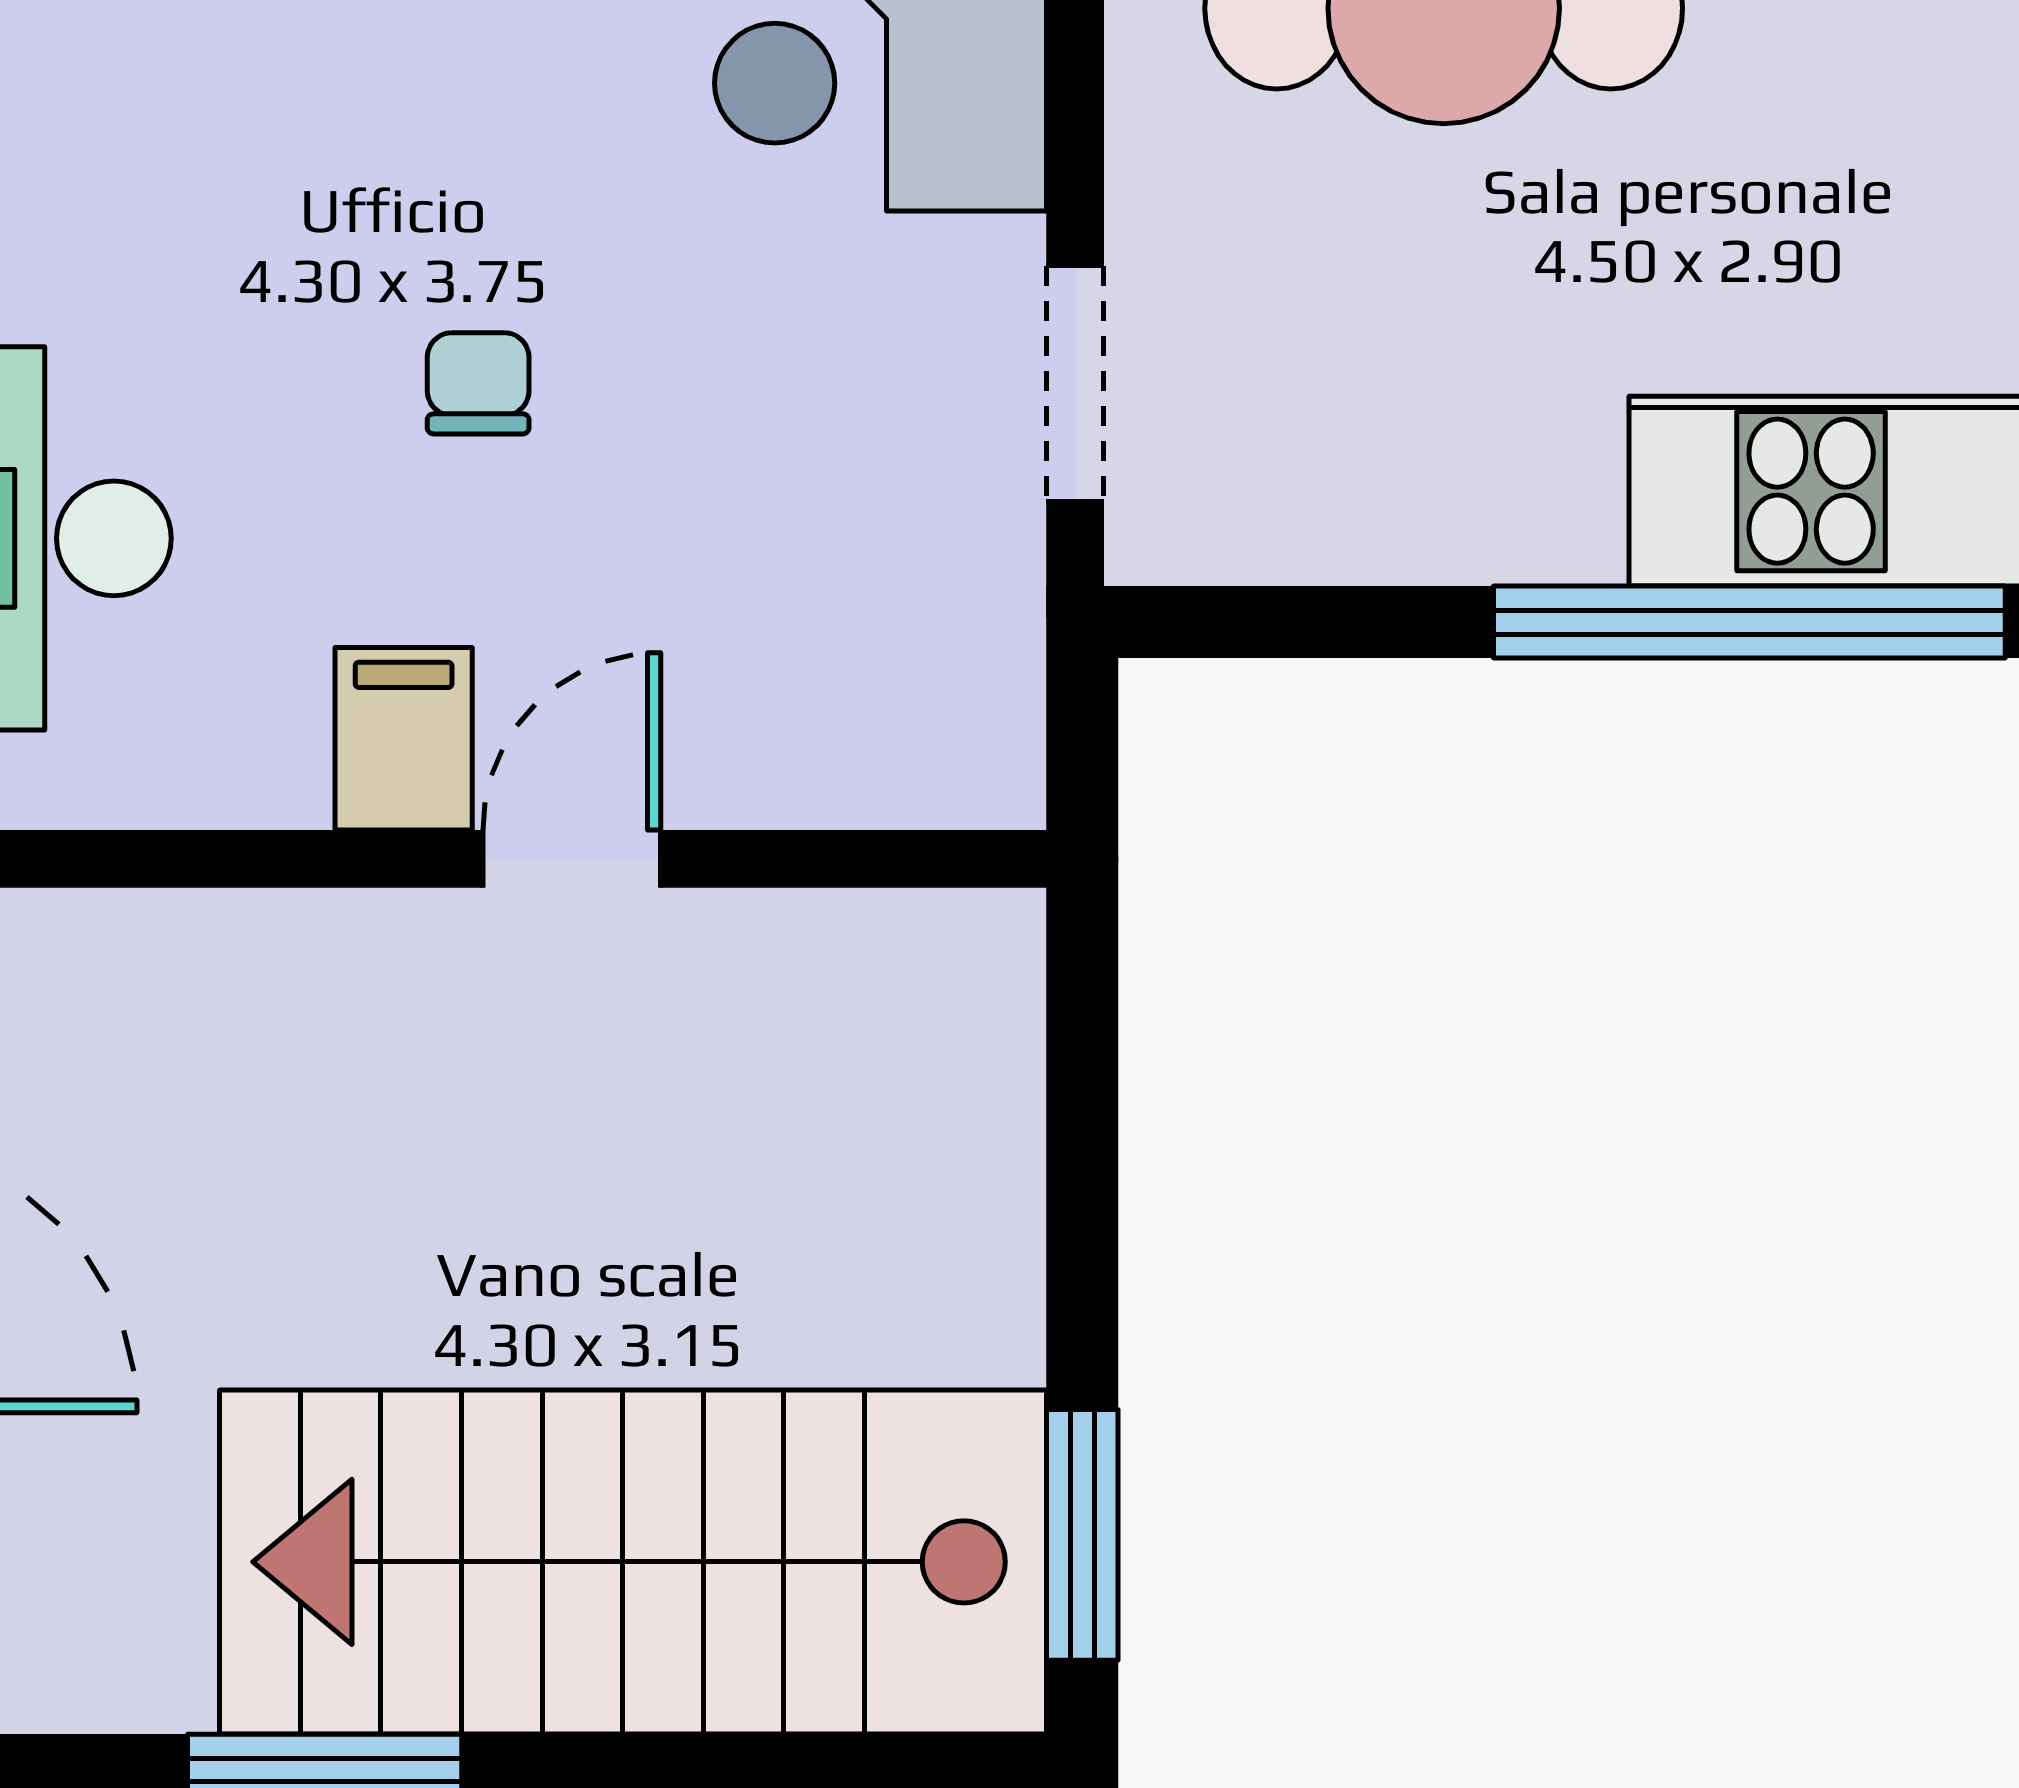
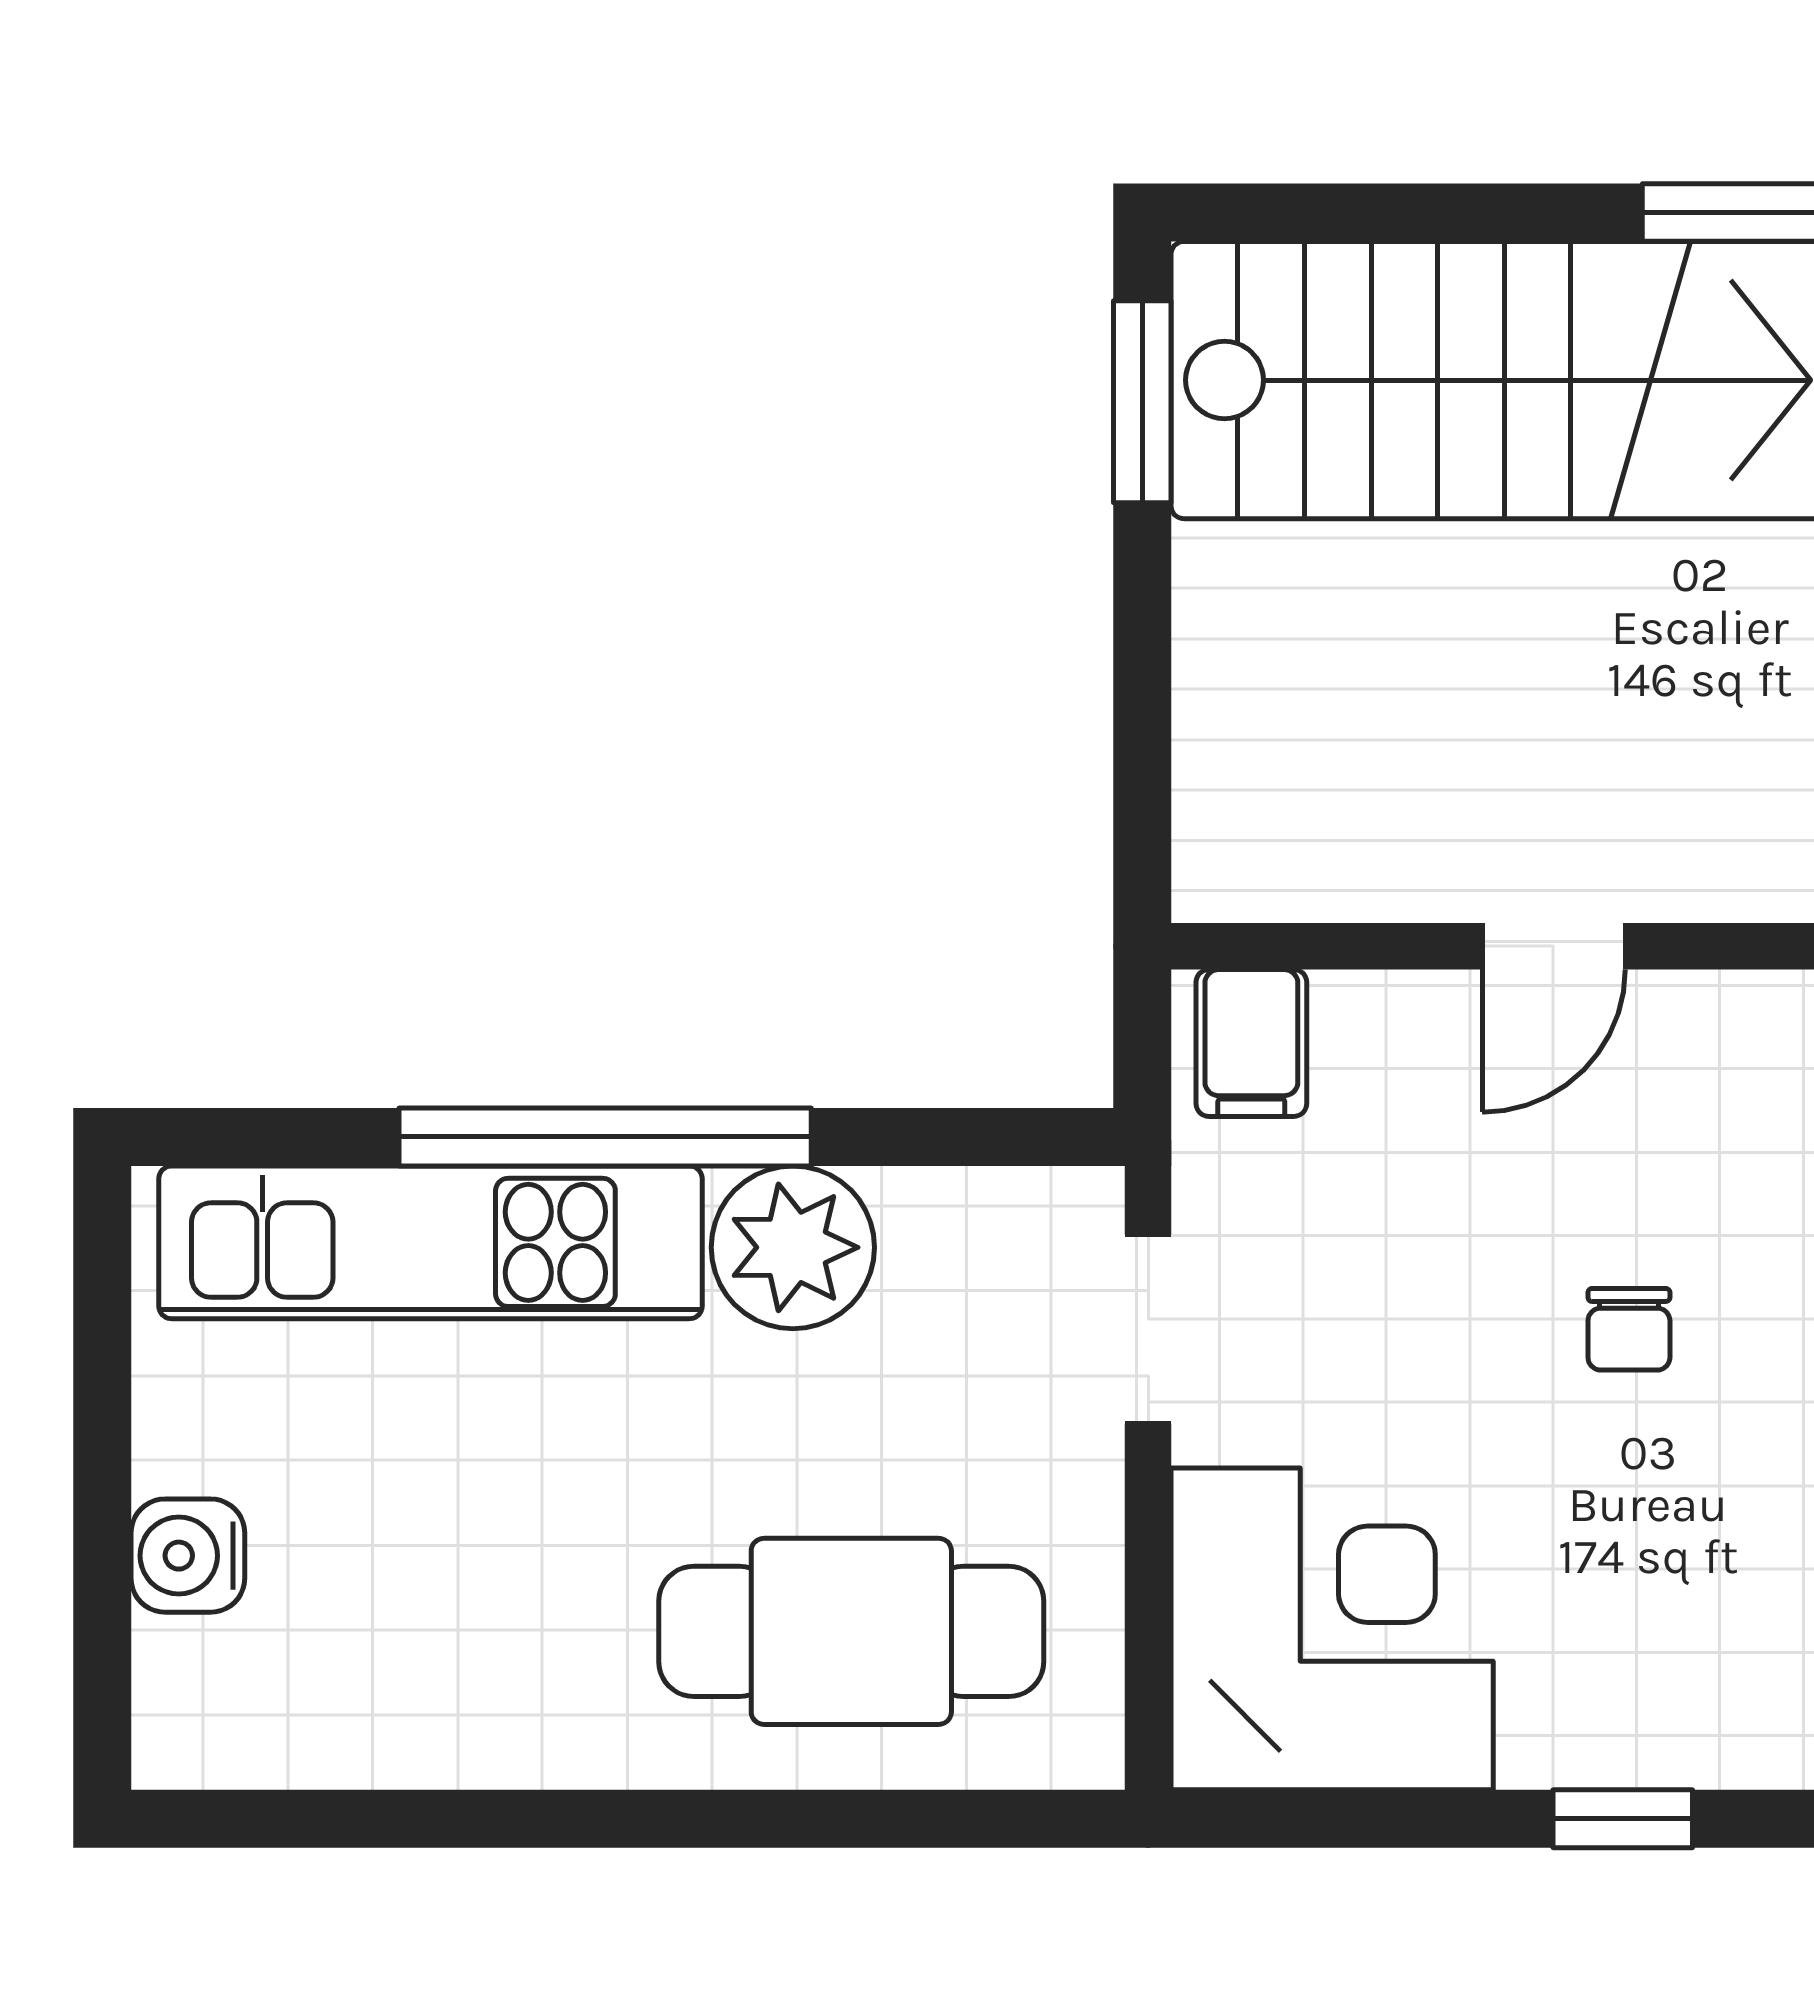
plant: (1516, 485) -> (793, 1247), added
filing cabinet: (404, 739) -> (1251, 1043), moved

